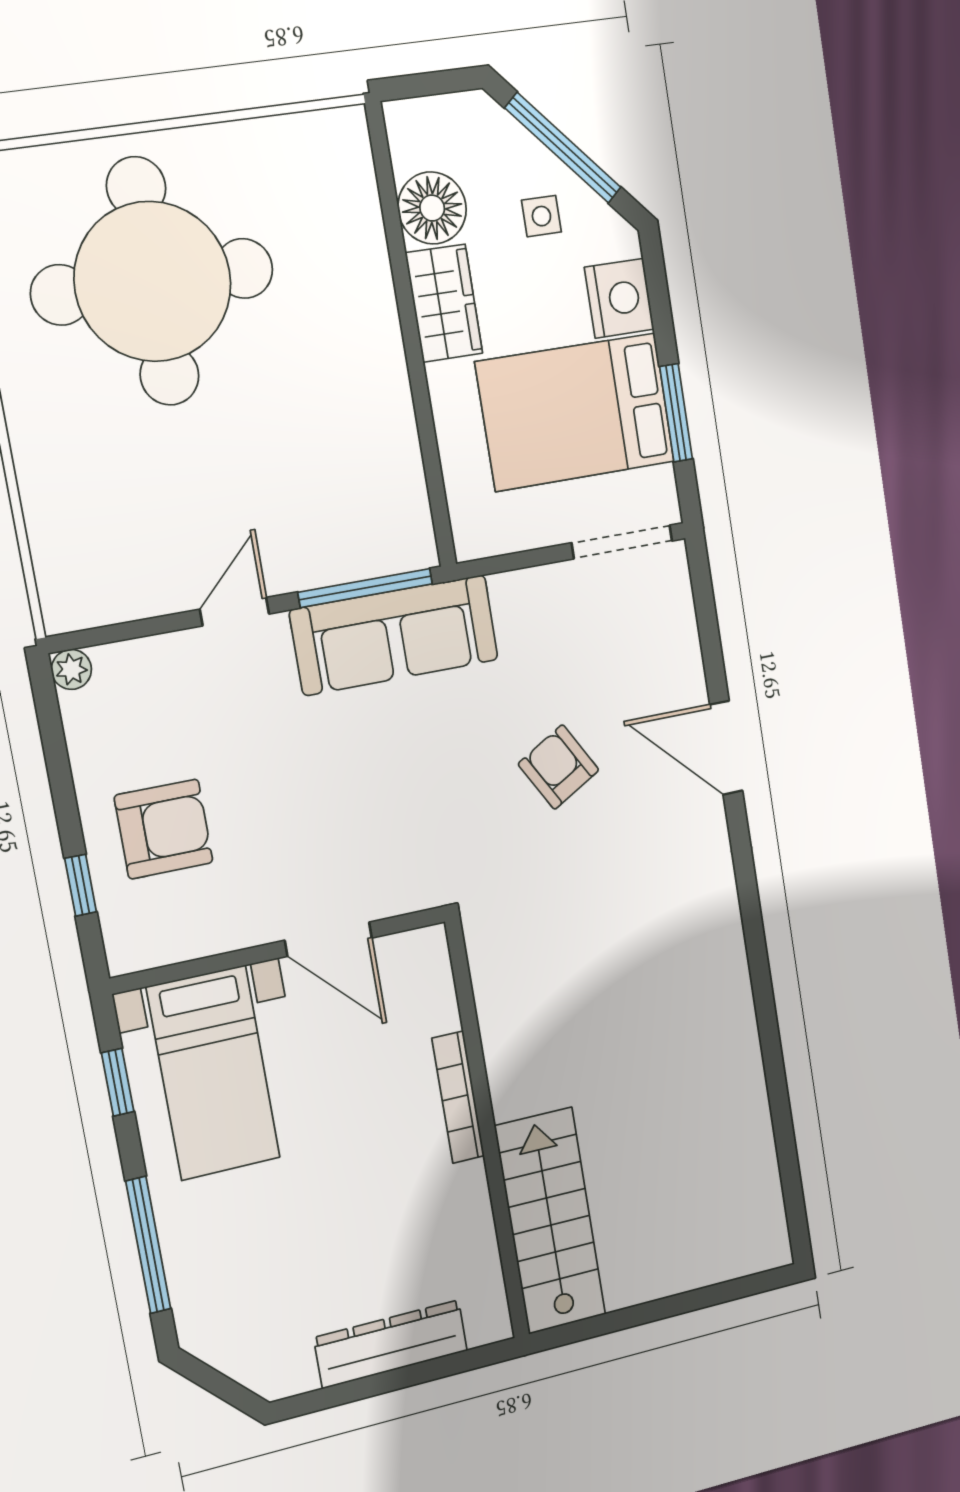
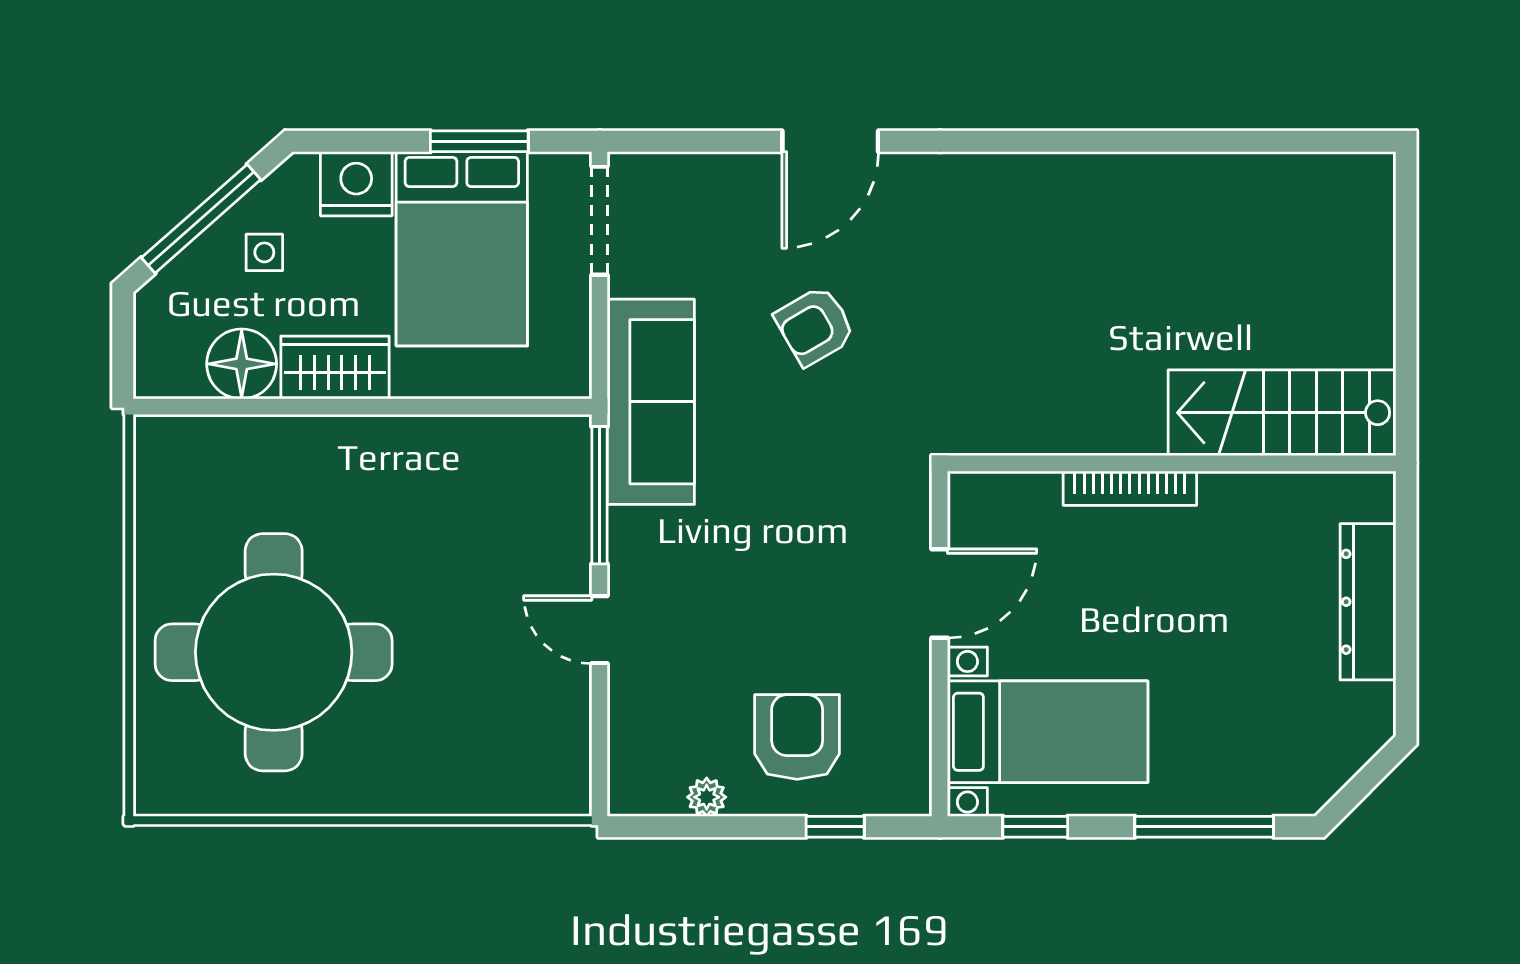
sofa: (395, 635) -> (651, 402), moved
plant: (71, 669) -> (707, 797), moved

